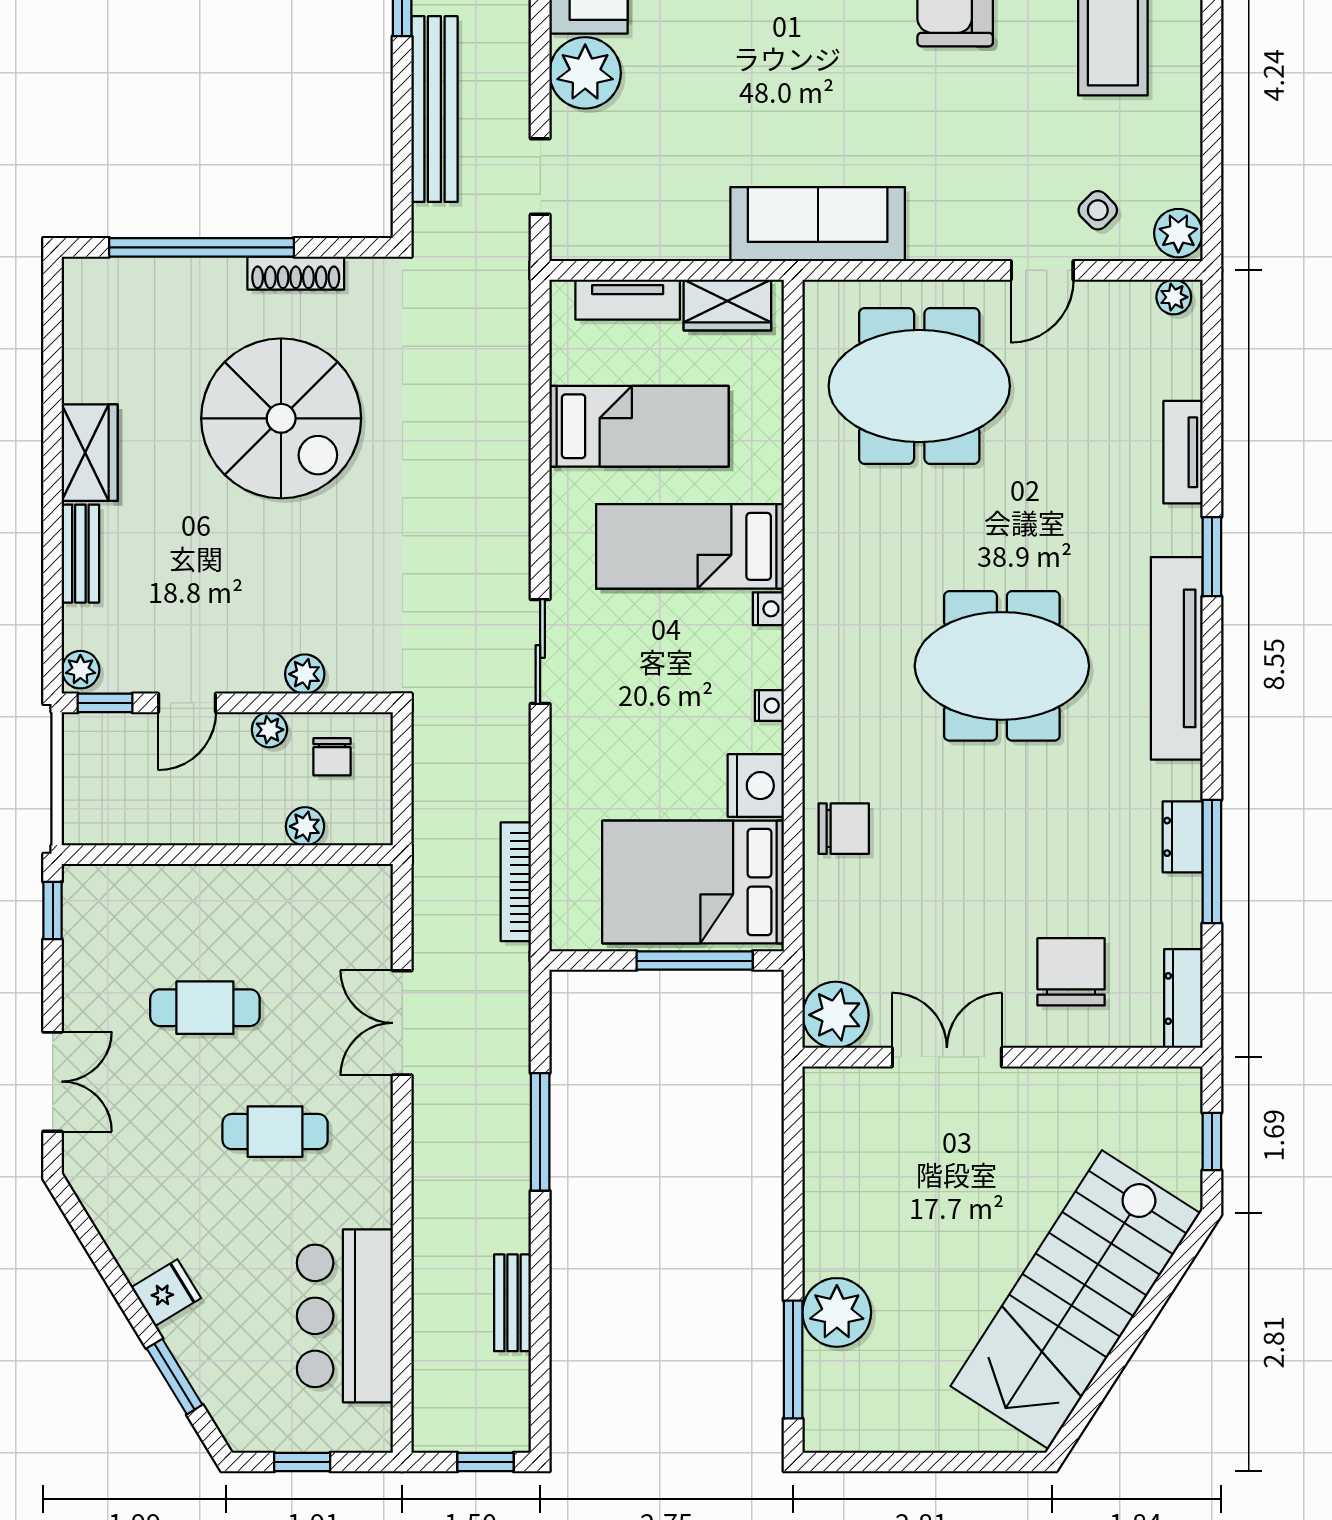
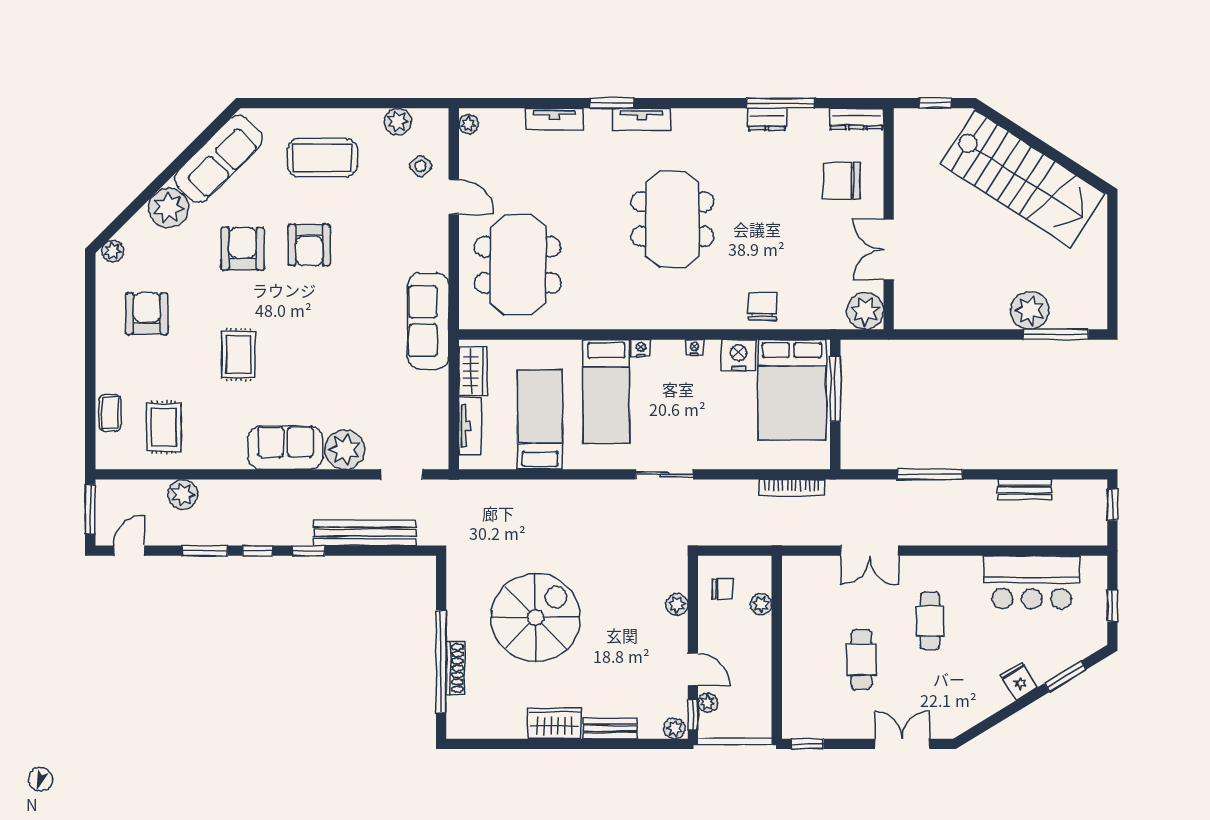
plant: (1178, 233) -> (398, 122), moved
shoe rack: (296, 273) -> (455, 668), moved
tv unit: (1177, 658) -> (641, 119), width x0.52, depth x0.78
plant: (269, 730) -> (708, 703), moved

